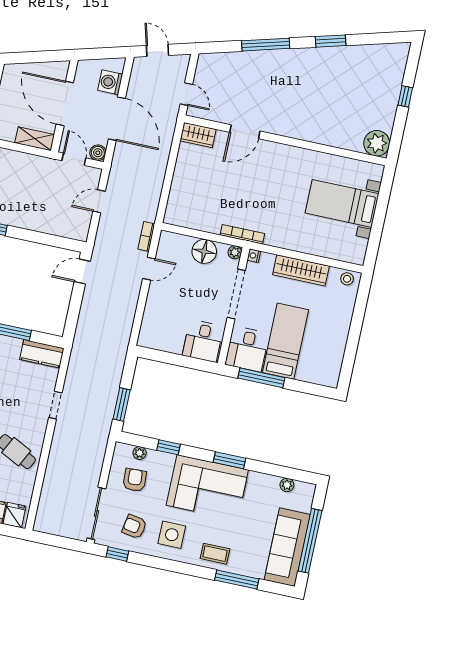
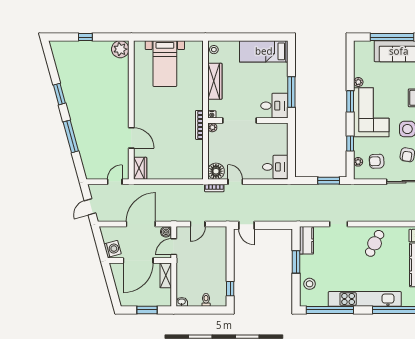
washing machine: (110, 82) -> (112, 249), moved, turned -105
door: (99, 201) -> (198, 224), hinge flipped
floor lamp: (204, 251) -> (216, 171), moved
desk: (203, 341) -> (275, 167), moved
bed: (285, 341) -> (264, 51), moved
plant: (287, 485) -> (358, 82), moved

